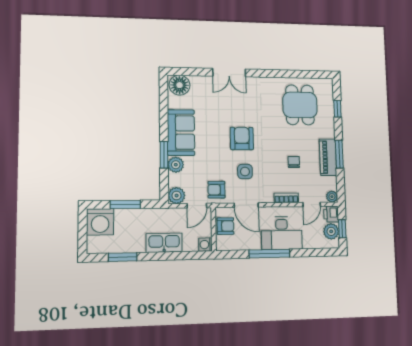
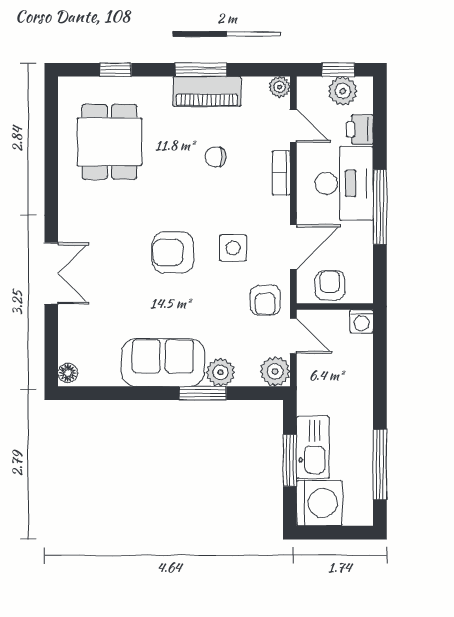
floor lamp: (180, 85) -> (68, 373), width x0.53, depth x0.53
dining table: (300, 105) -> (109, 142), turned 90
printer: (331, 214) -> (360, 129), moved, turned 90
kitchen sink: (164, 243) -> (313, 447), moved, turned 180
window: (123, 257) -> (380, 465), width x1.44

